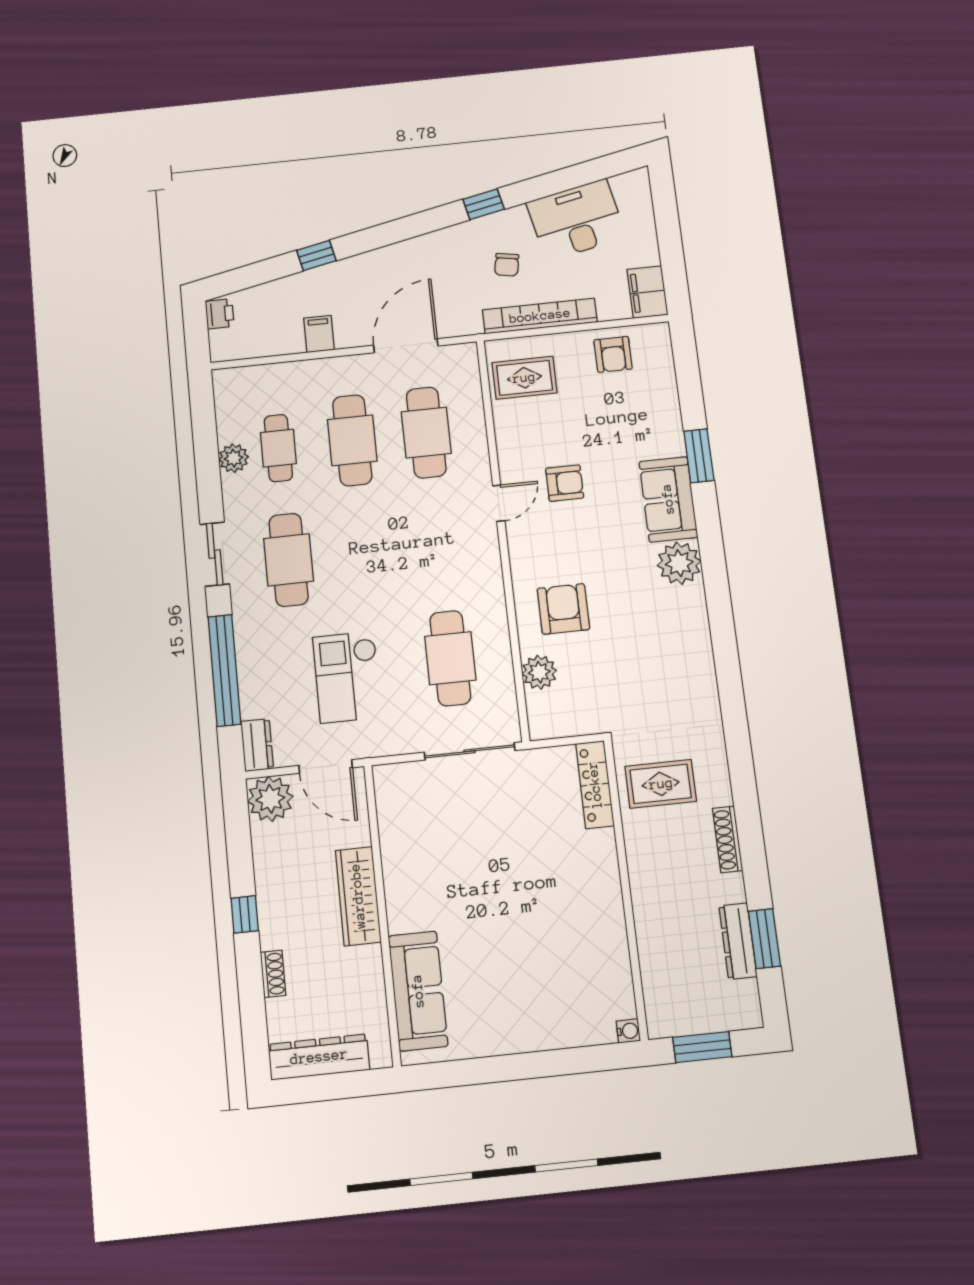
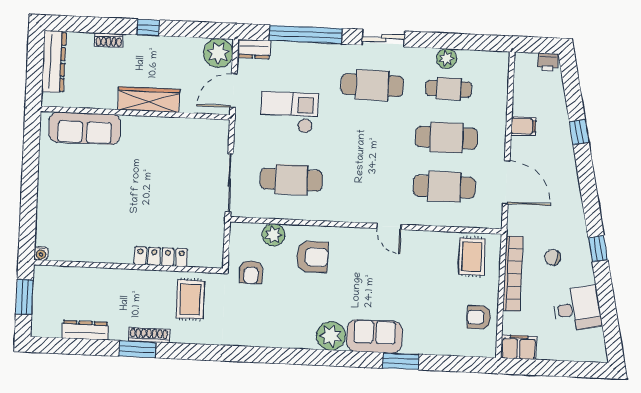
desk: (576, 220) -> (577, 309), width x0.73
armchair: (565, 483) -> (251, 272), moved
locker: (595, 785) -> (161, 257), moved
window: (764, 939) -> (137, 349), moved

